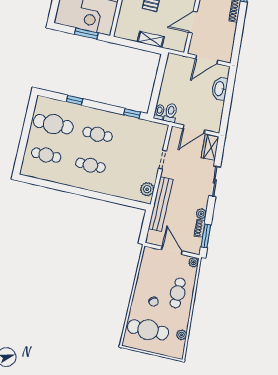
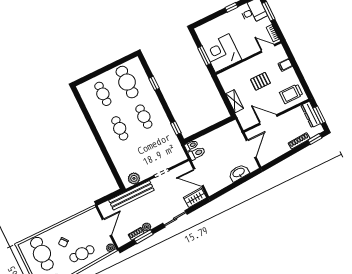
door: (207, 59) -> (251, 149), swing flipped
window: (206, 236) -> (144, 237), moved

